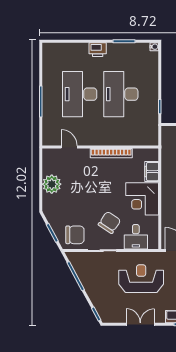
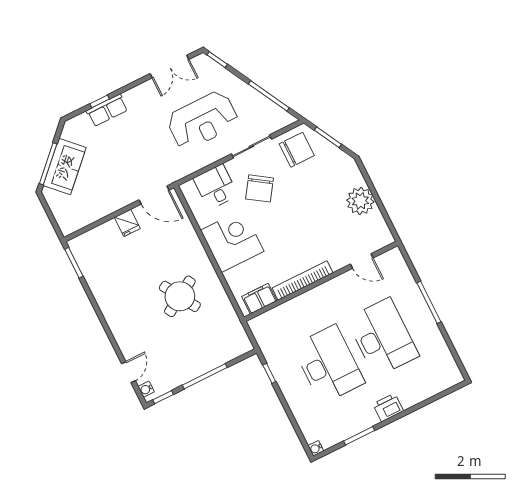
filing cabinet: (152, 172) -> (259, 299), moved, turned -90
chair: (75, 235) -> (297, 150), turned 180
reception desk: (141, 279) -> (203, 120), moved
double door: (140, 324) -> (169, 67), moved

